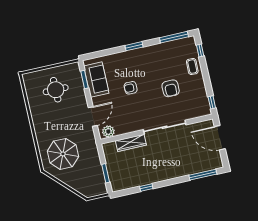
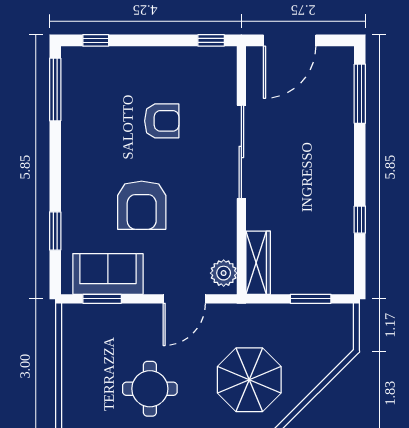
window: (134, 46) -> (55, 231), moved
coffee table: (192, 67) -> (126, 65), removed
armchair: (131, 88) -> (142, 205), width x1.88, depth x1.88
round table: (56, 90) -> (150, 389), moved
door: (93, 116) -> (184, 299), swing flipped
wardrobe: (131, 143) -> (258, 263), moved

